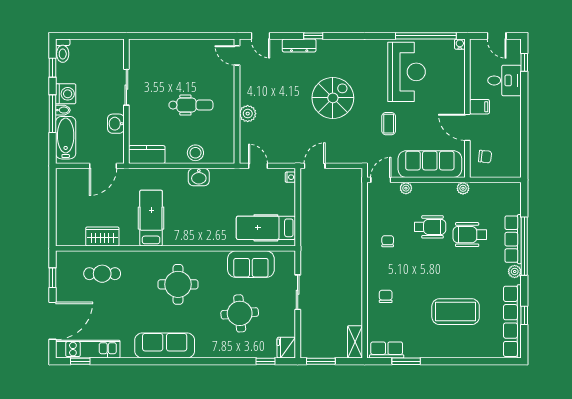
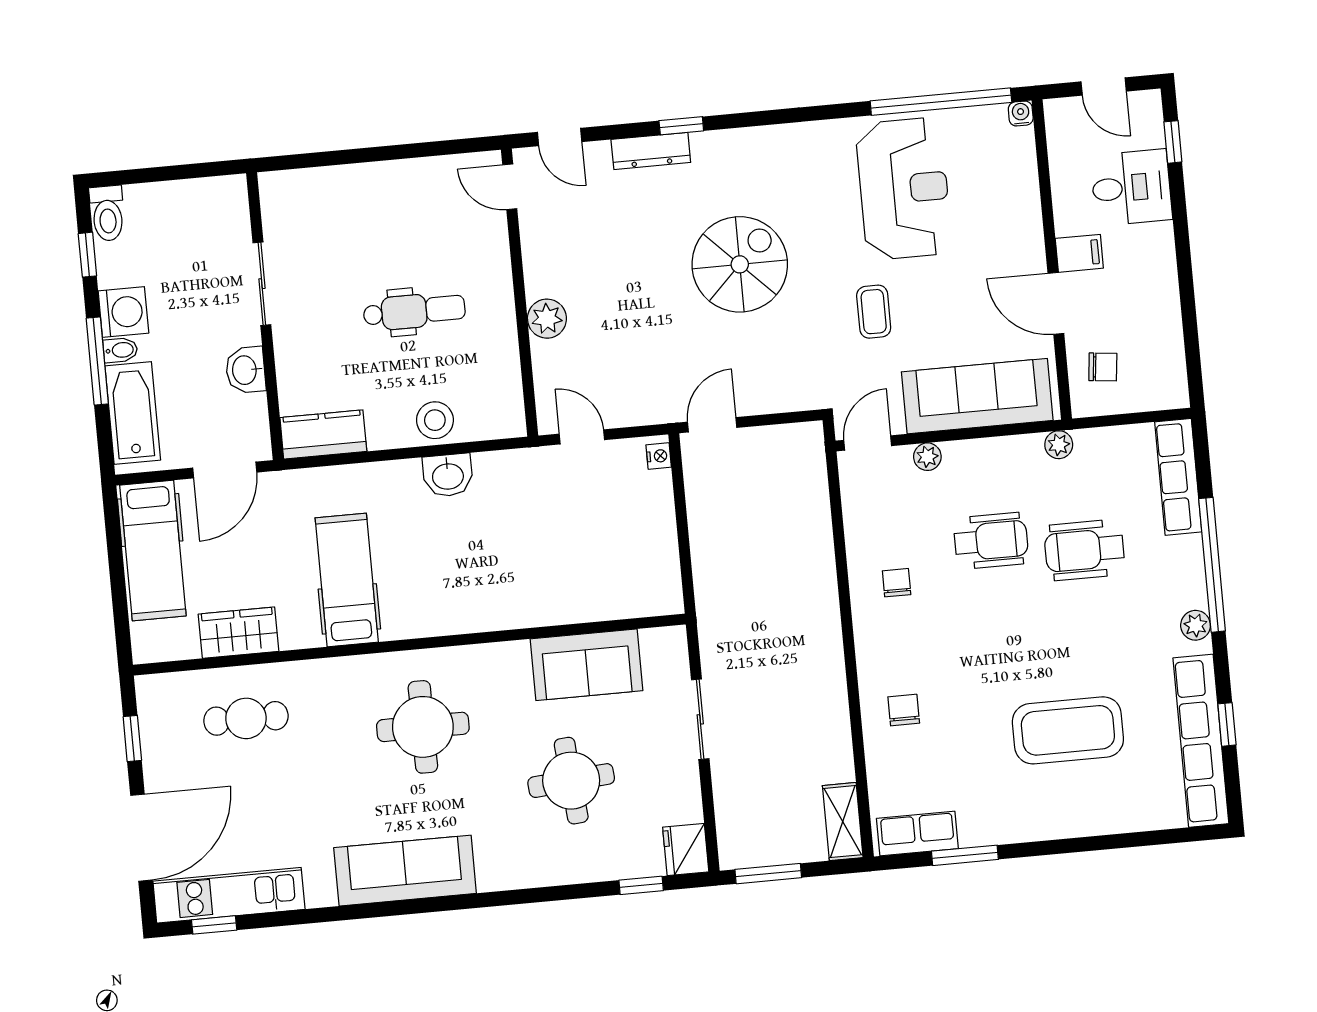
hospital bed: (266, 228) -> (153, 550), moved, turned -90
row of seats: (513, 239) -> (1178, 477), moved

